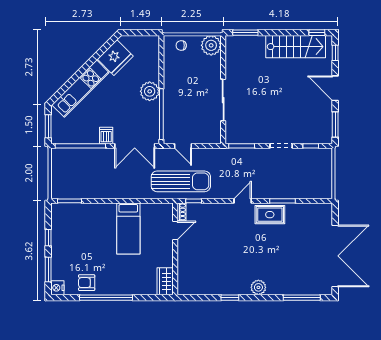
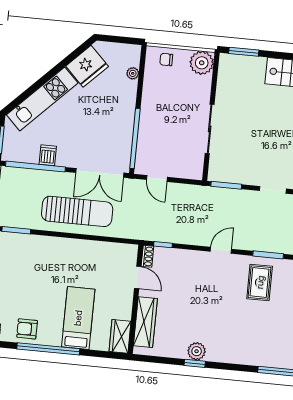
plant: (150, 91) -> (133, 73), moved, width x0.53, depth x0.53
dishwasher: (106, 135) -> (48, 155), moved
sun lounger: (181, 181) -> (77, 211), moved
rug: (270, 215) -> (260, 282), moved, turned 90
bed: (128, 228) -> (78, 318), moved, turned 180
door: (175, 230) -> (138, 277), hinge flipped
wardrobe: (185, 267) -> (145, 322), added
plant: (258, 287) -> (197, 351), moved

